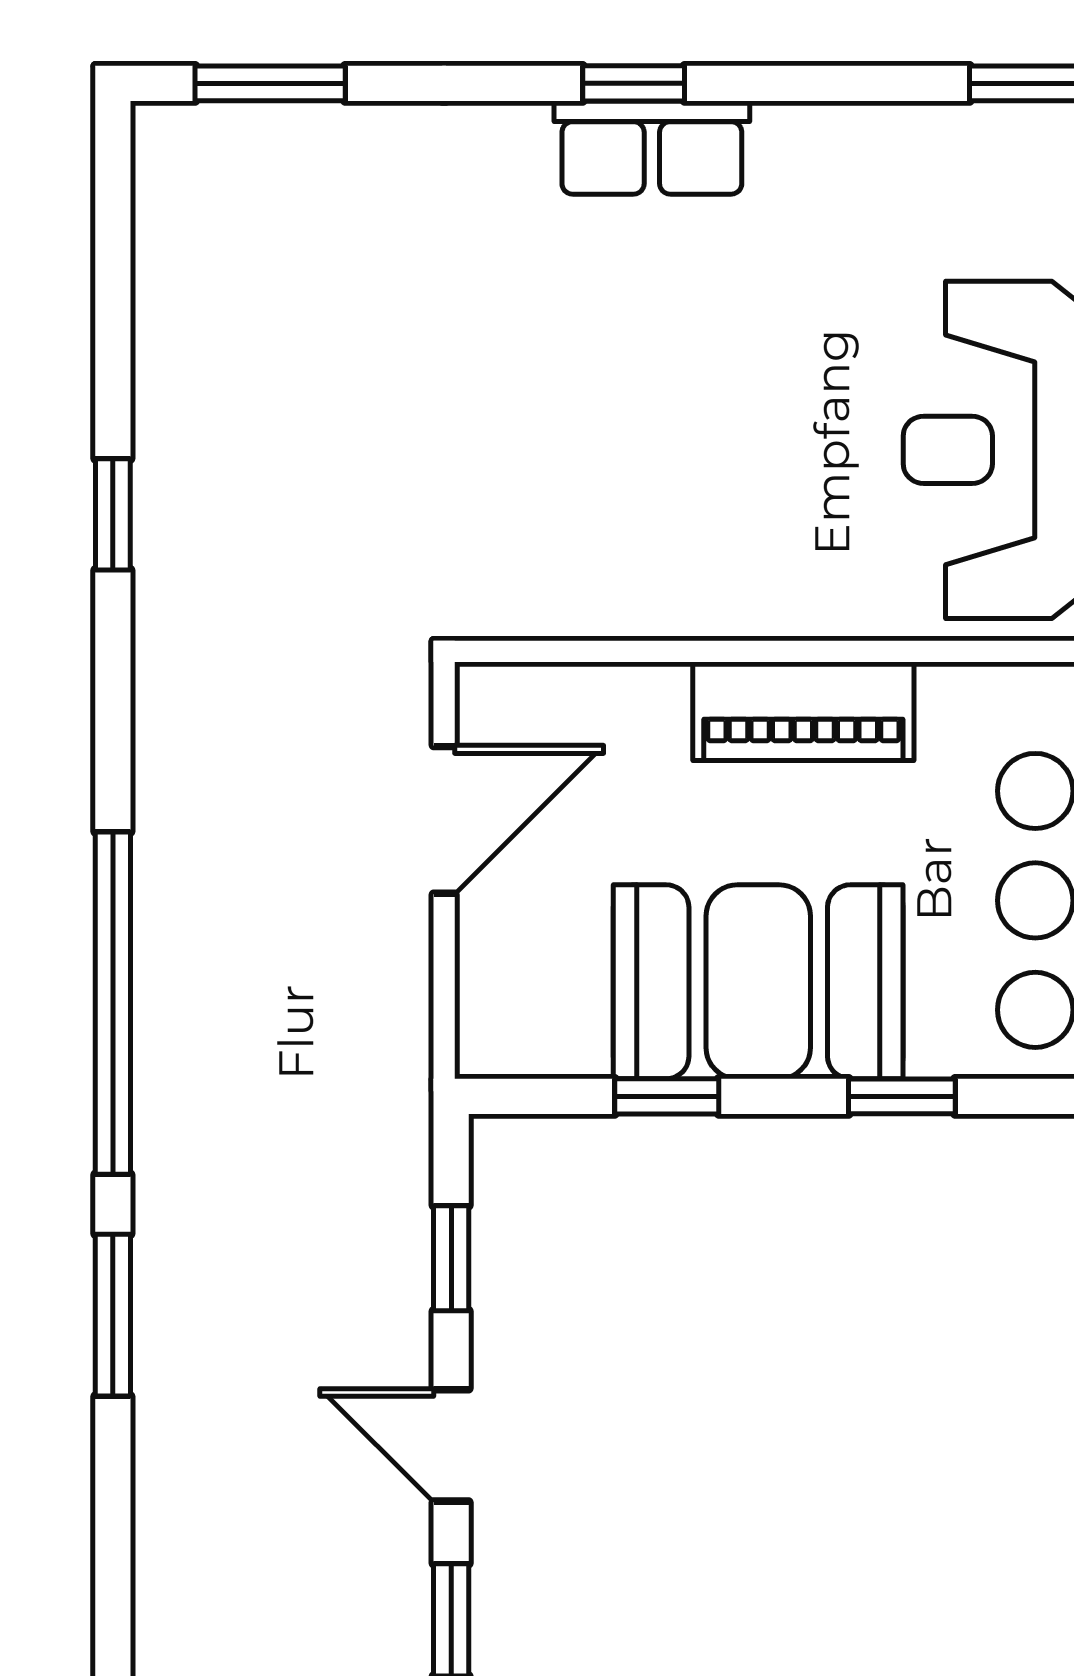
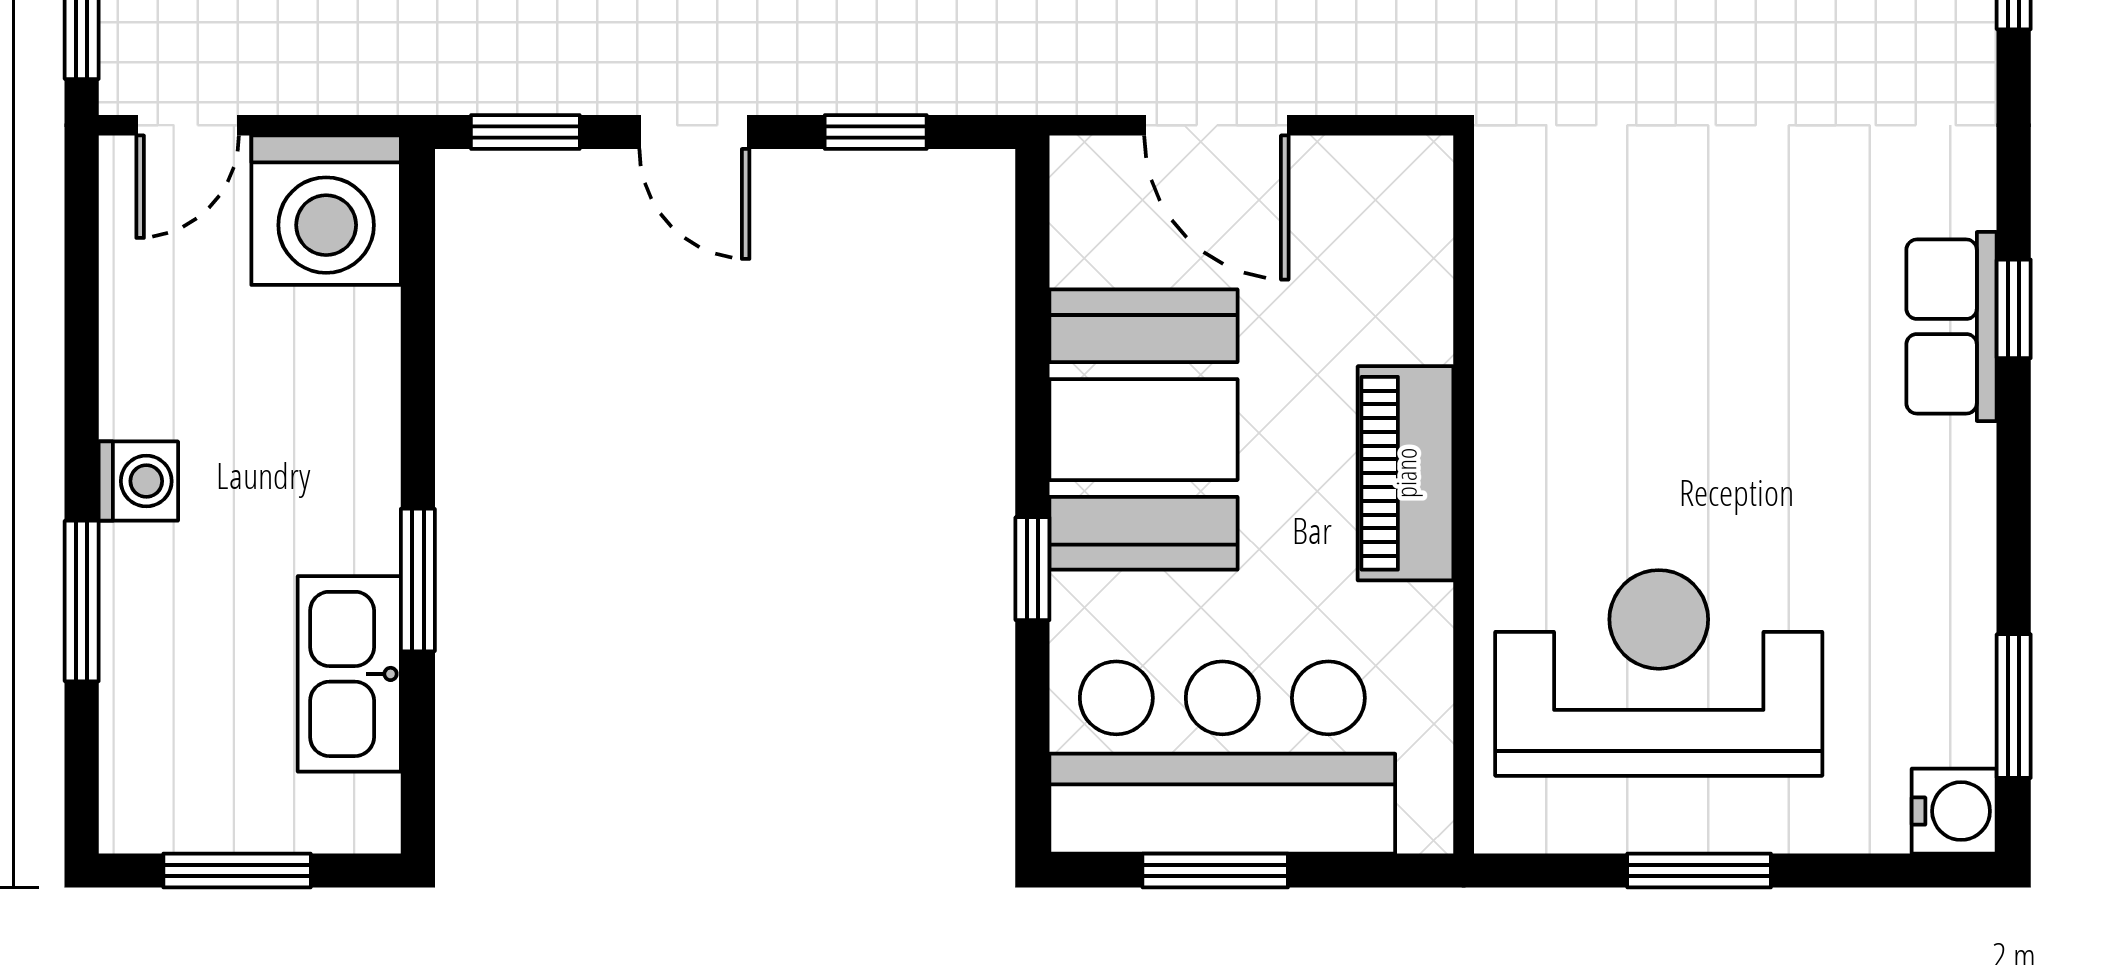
door: (444, 820) -> (1216, 125), moved
window: (667, 1096) -> (1032, 341), removed
door: (451, 1445) -> (694, 132), swing flipped

